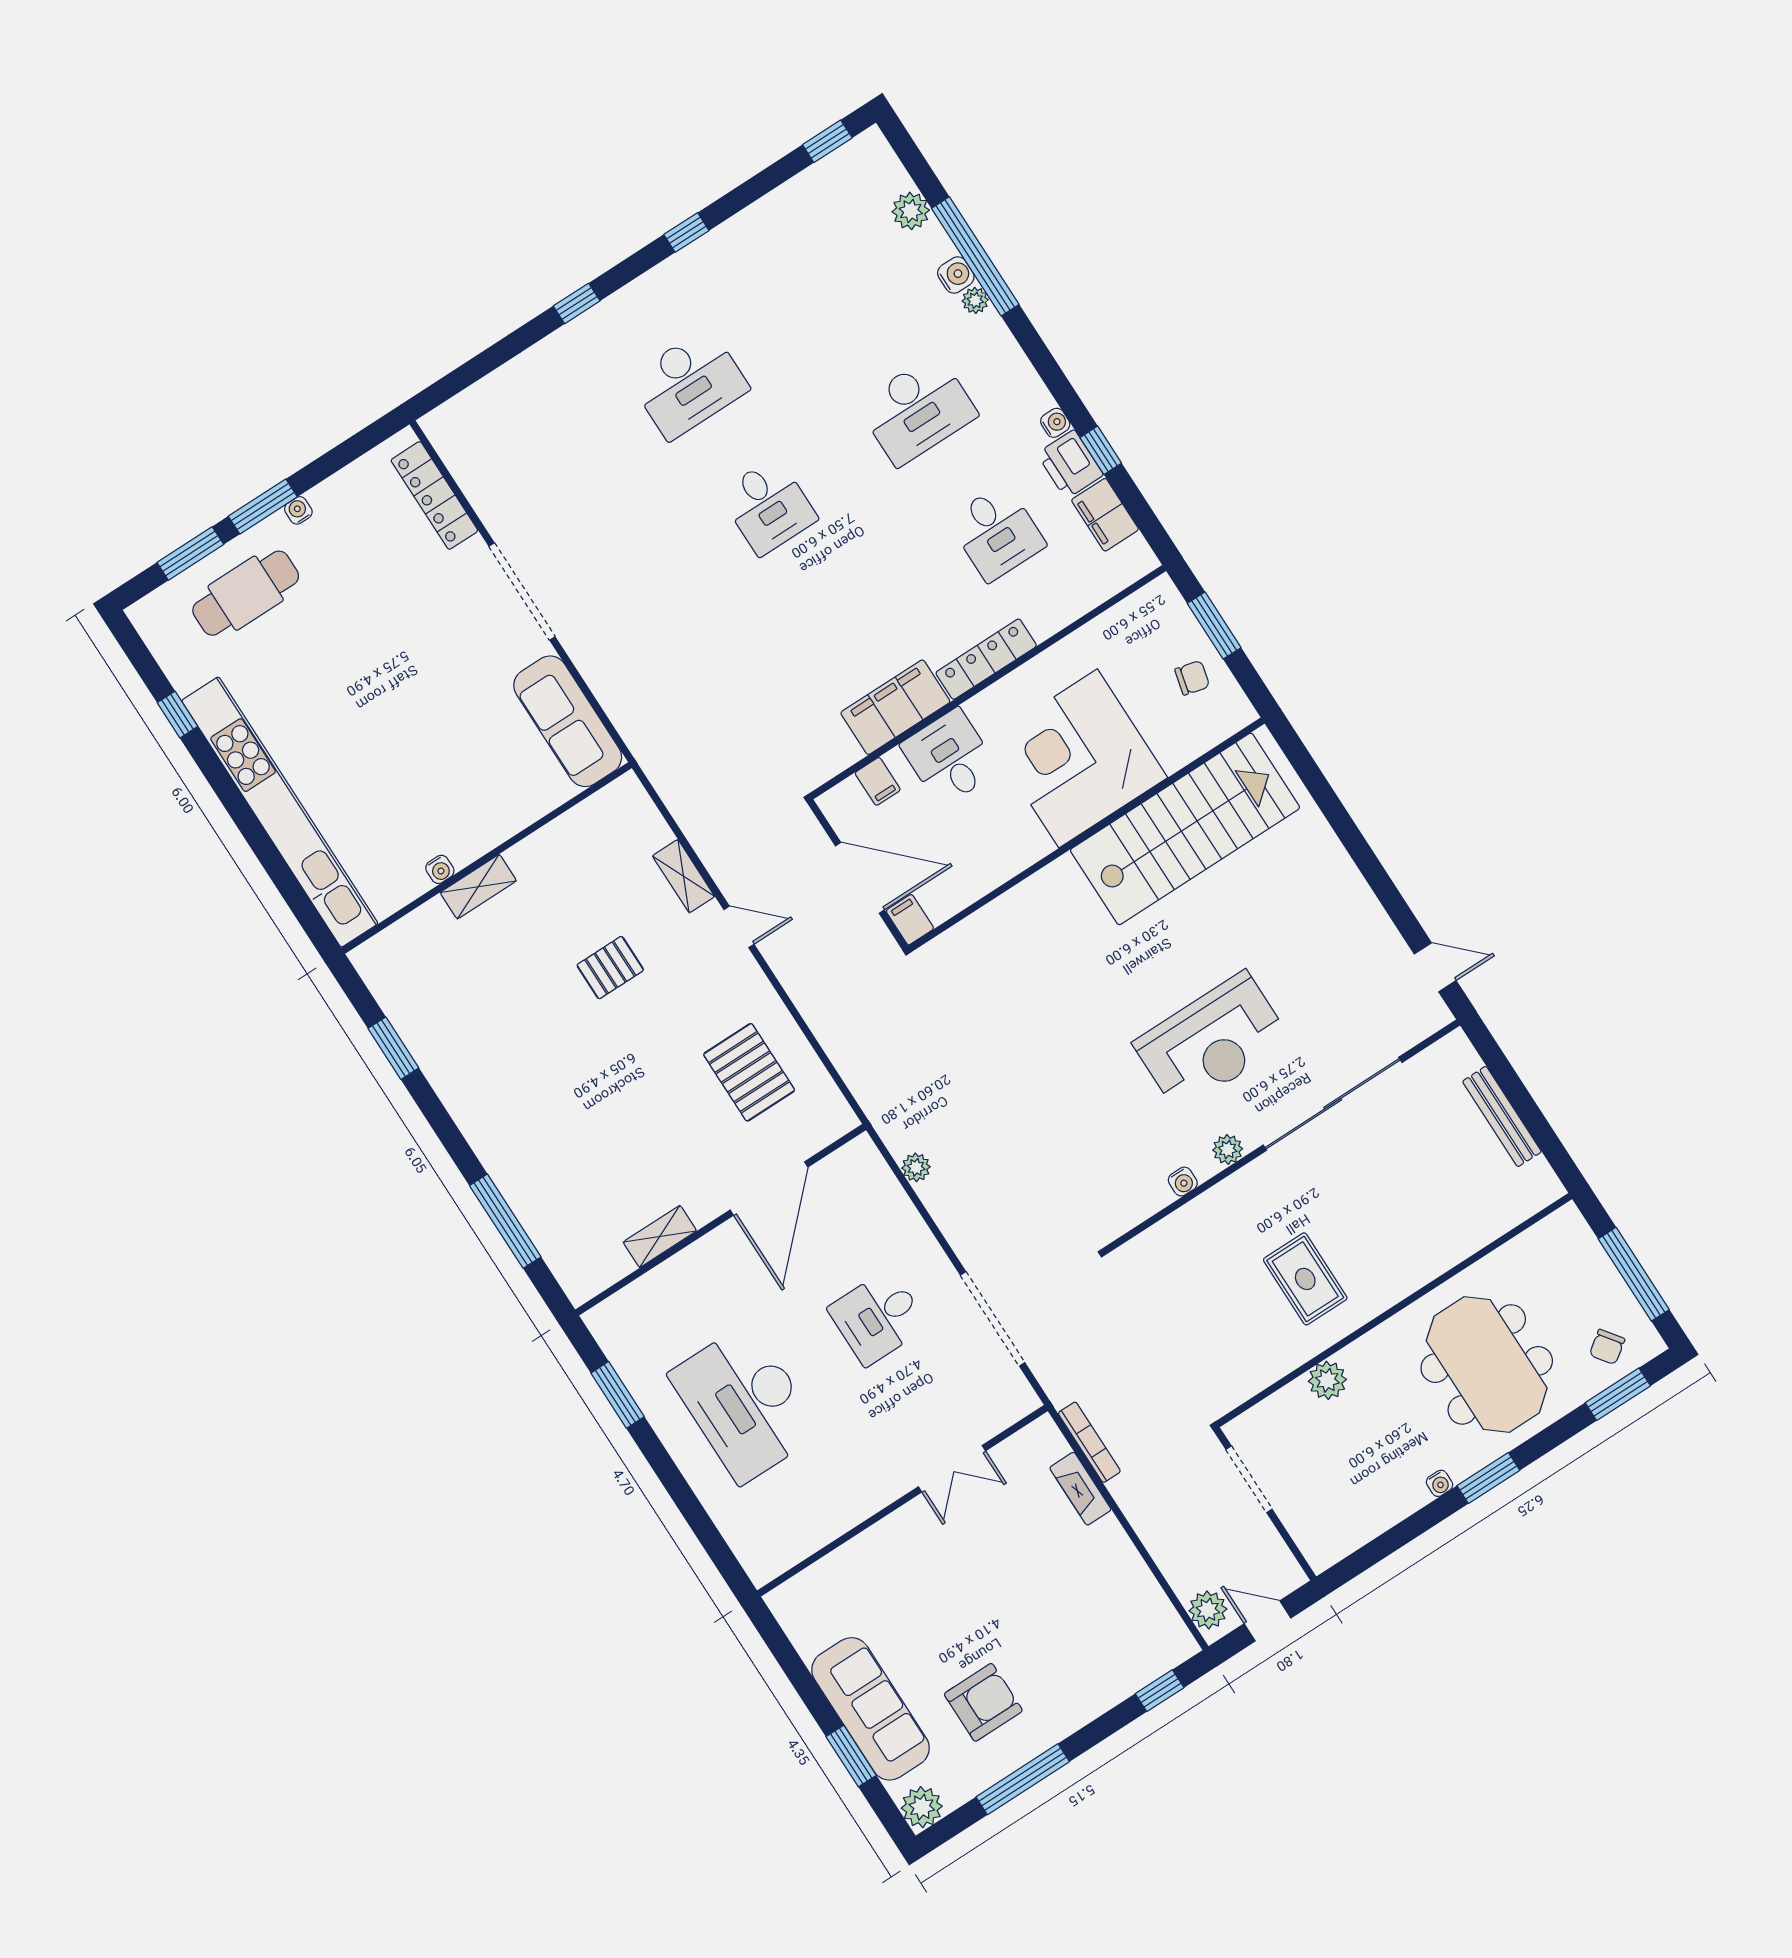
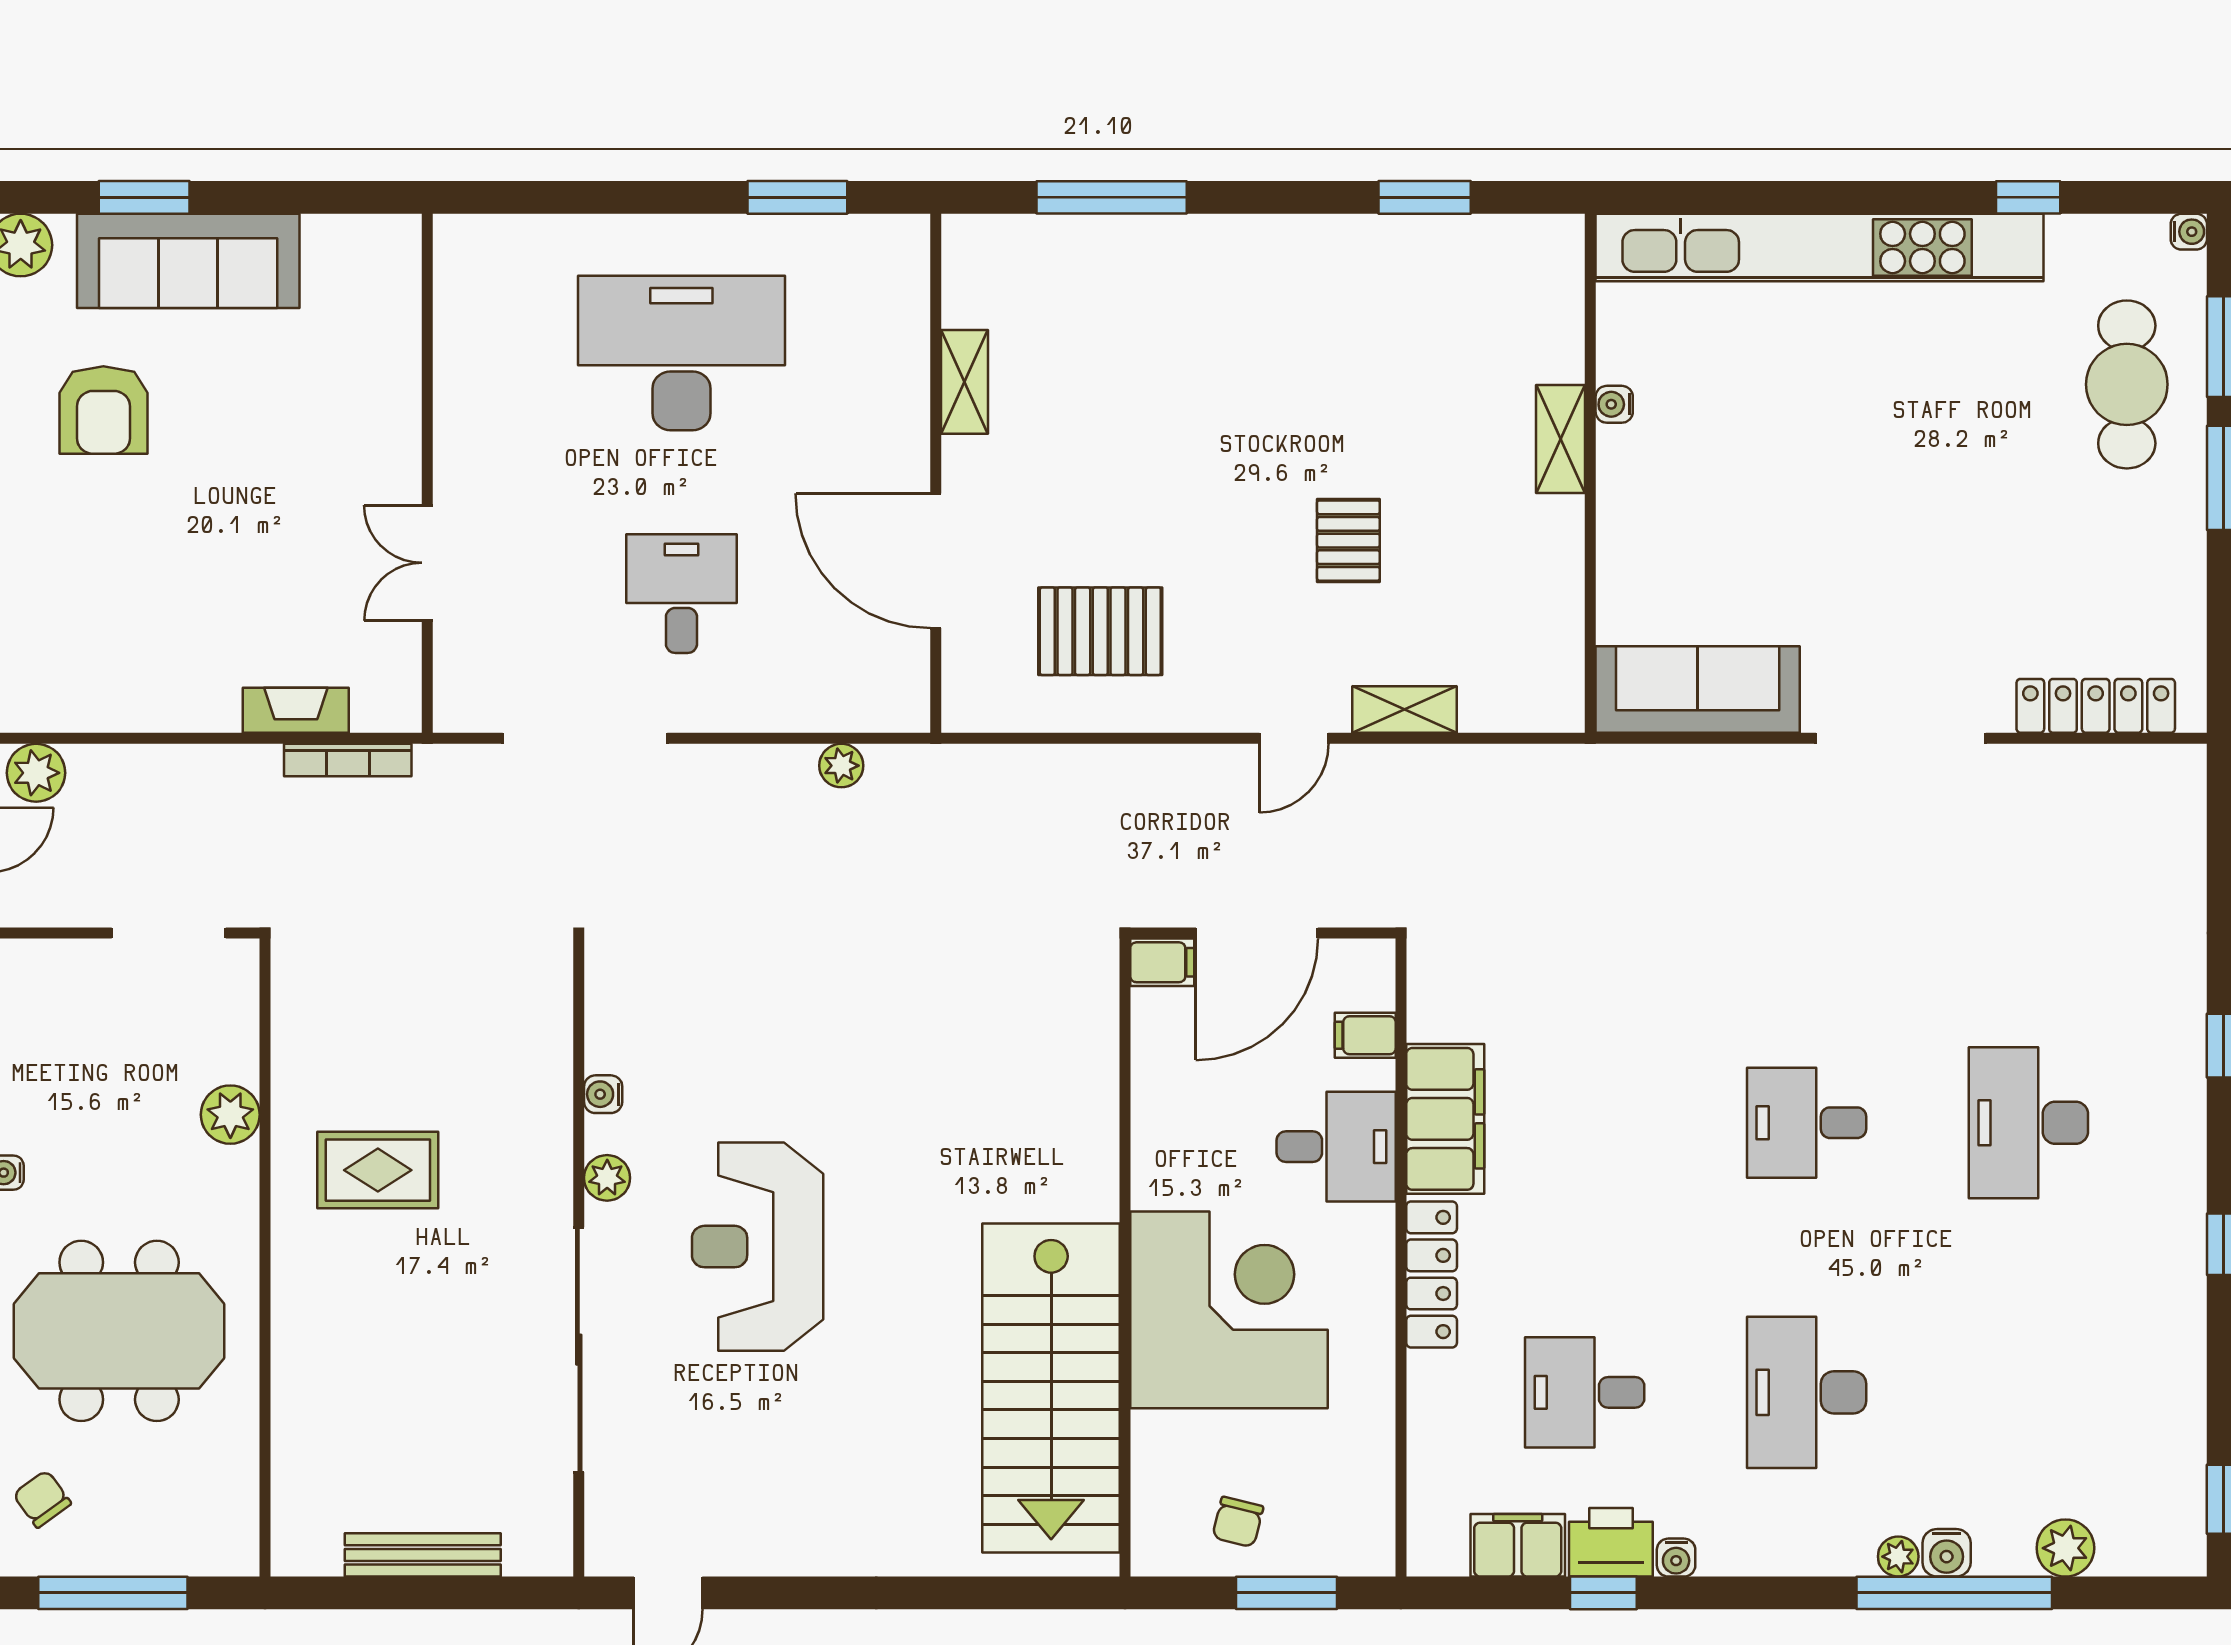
water cooler: (298, 510) -> (2189, 232), moved

